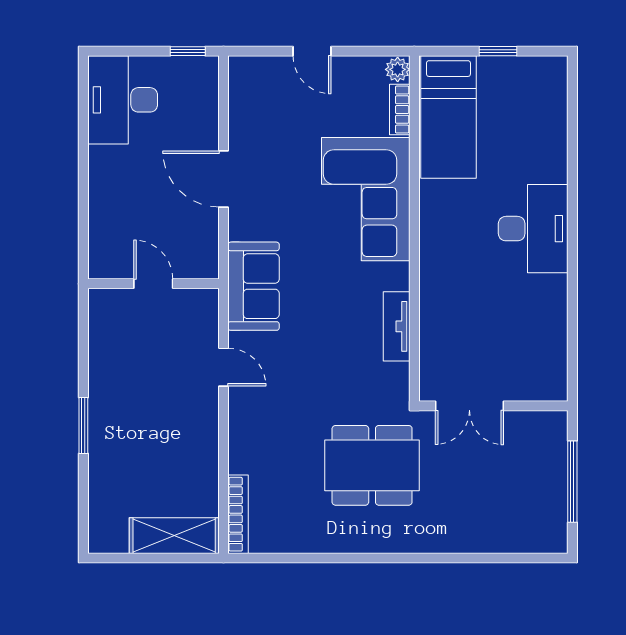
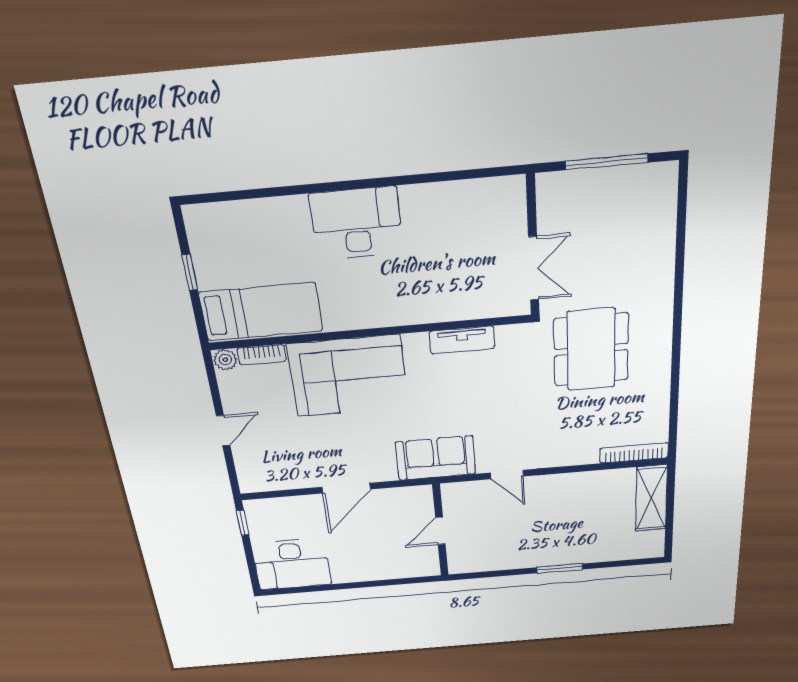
door: (224, 367) -> (507, 475), swing flipped

